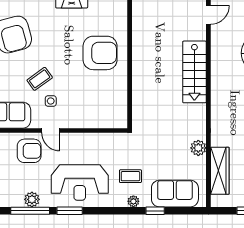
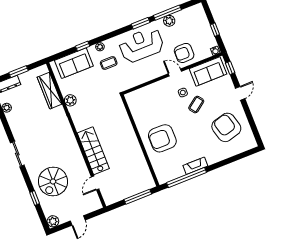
door: (208, 15) -> (95, 183), moved

